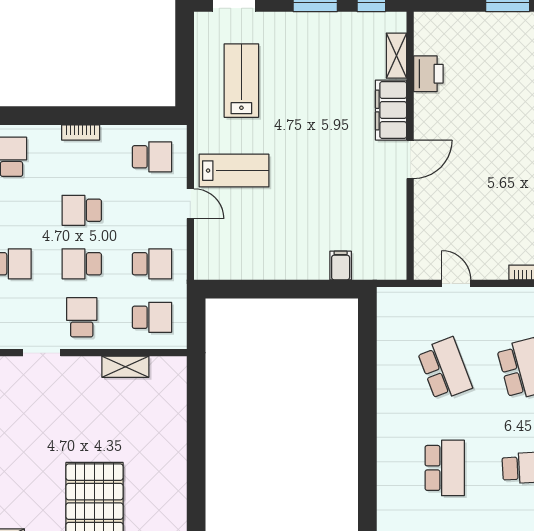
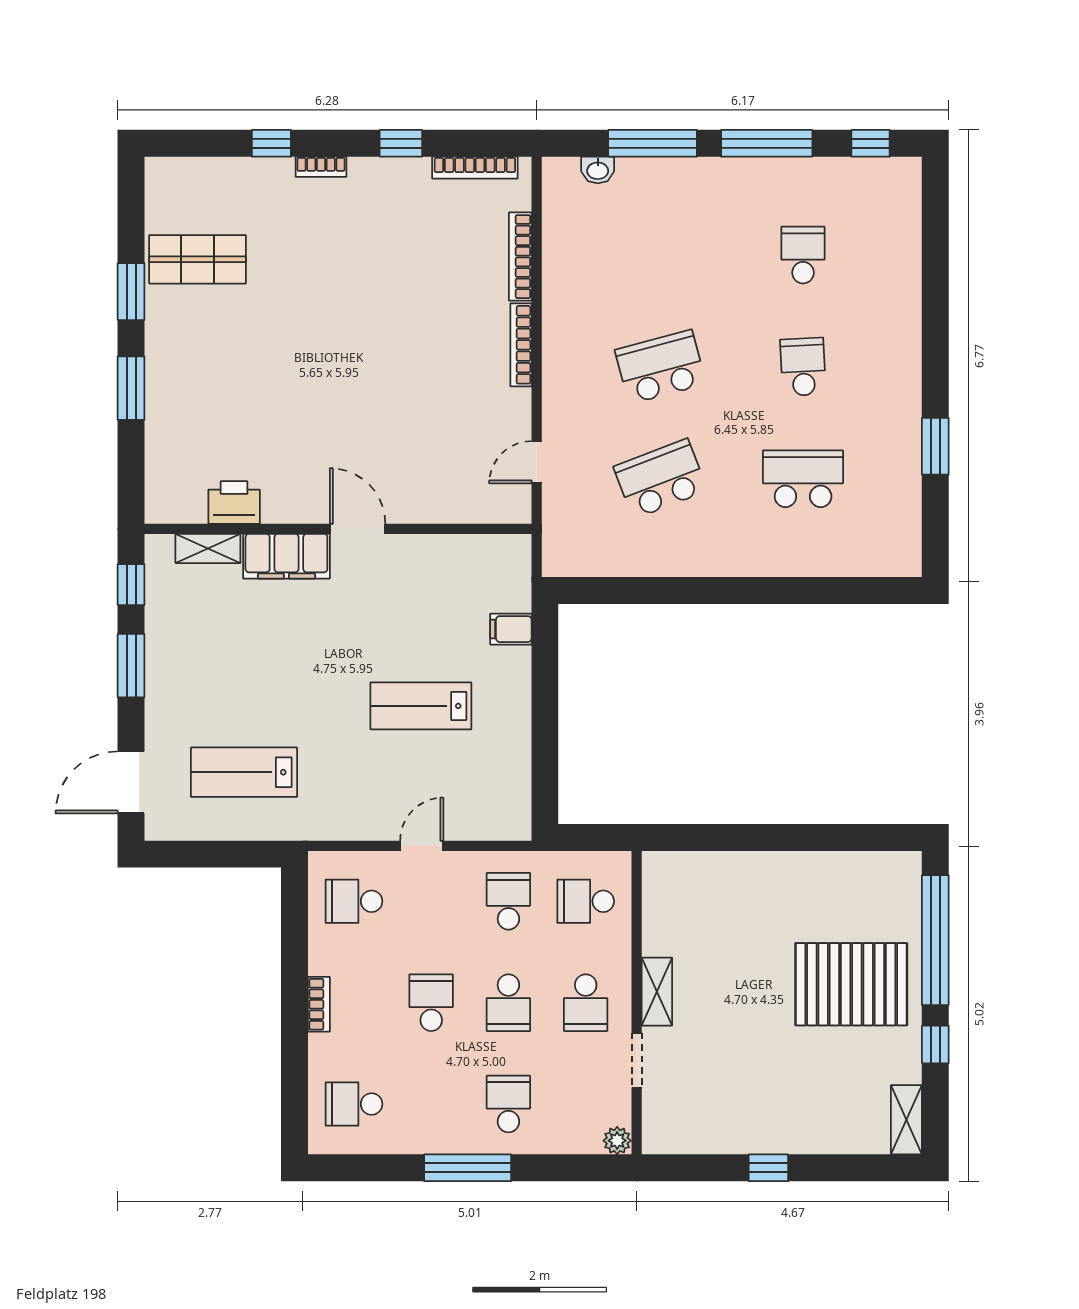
school desk: (152, 157) -> (354, 901), turned -90
lab bench: (234, 171) -> (421, 706), moved, turned -90
school desk: (82, 210) -> (431, 1003), turned 180
school desk: (82, 317) -> (586, 1003), turned -90
school desk: (152, 317) -> (586, 901), turned -90
shelving: (125, 367) -> (657, 992), moved

